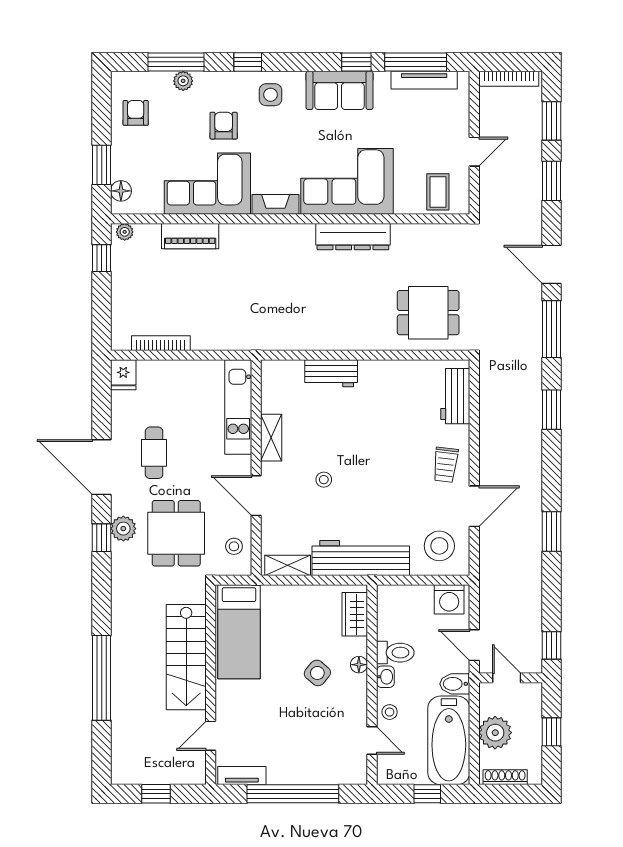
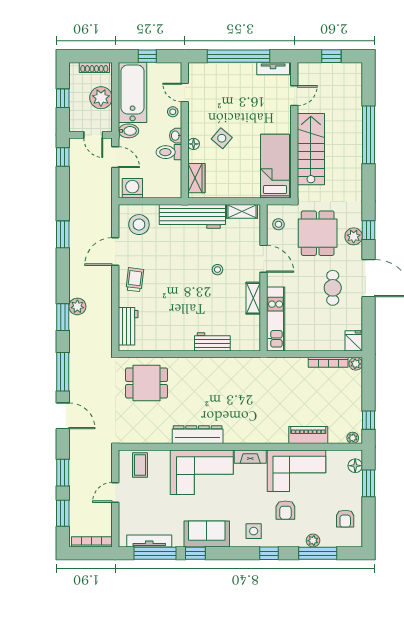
plant: (120, 341) -> (356, 364), added
plant: (530, 425) -> (77, 306), added

